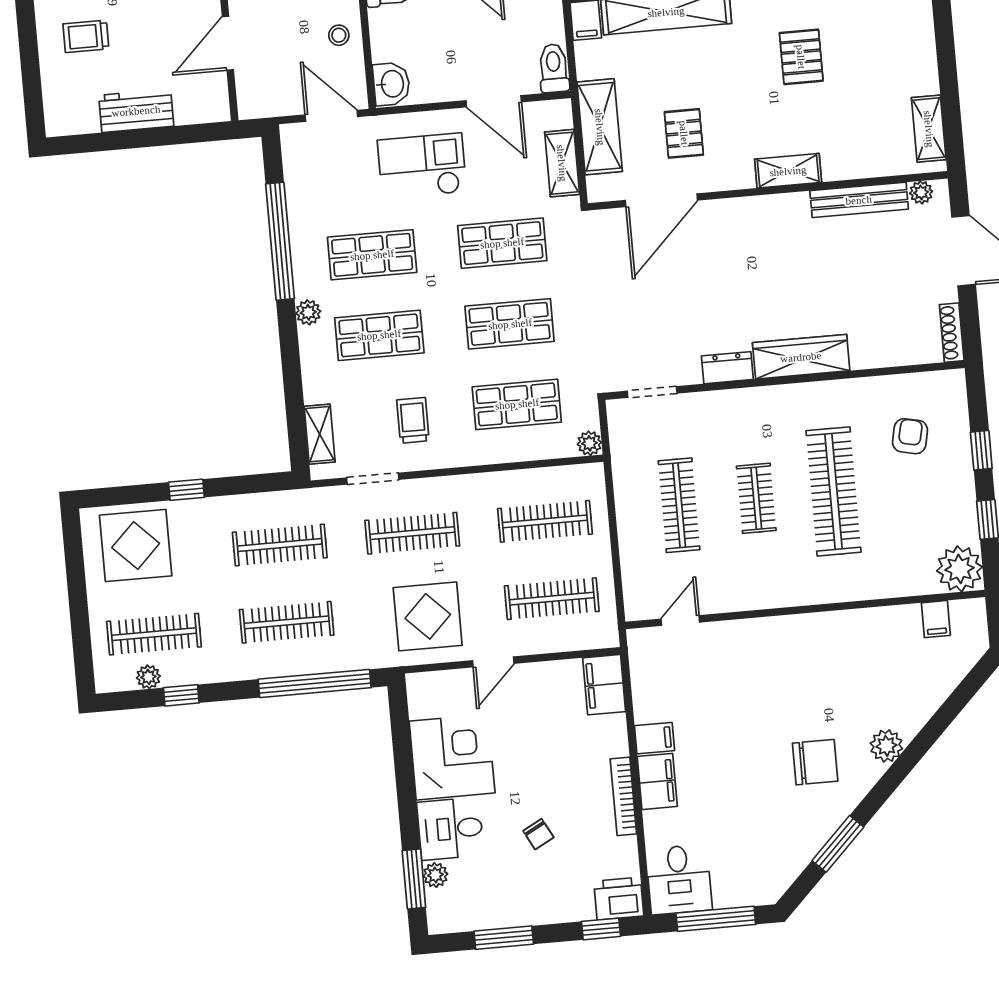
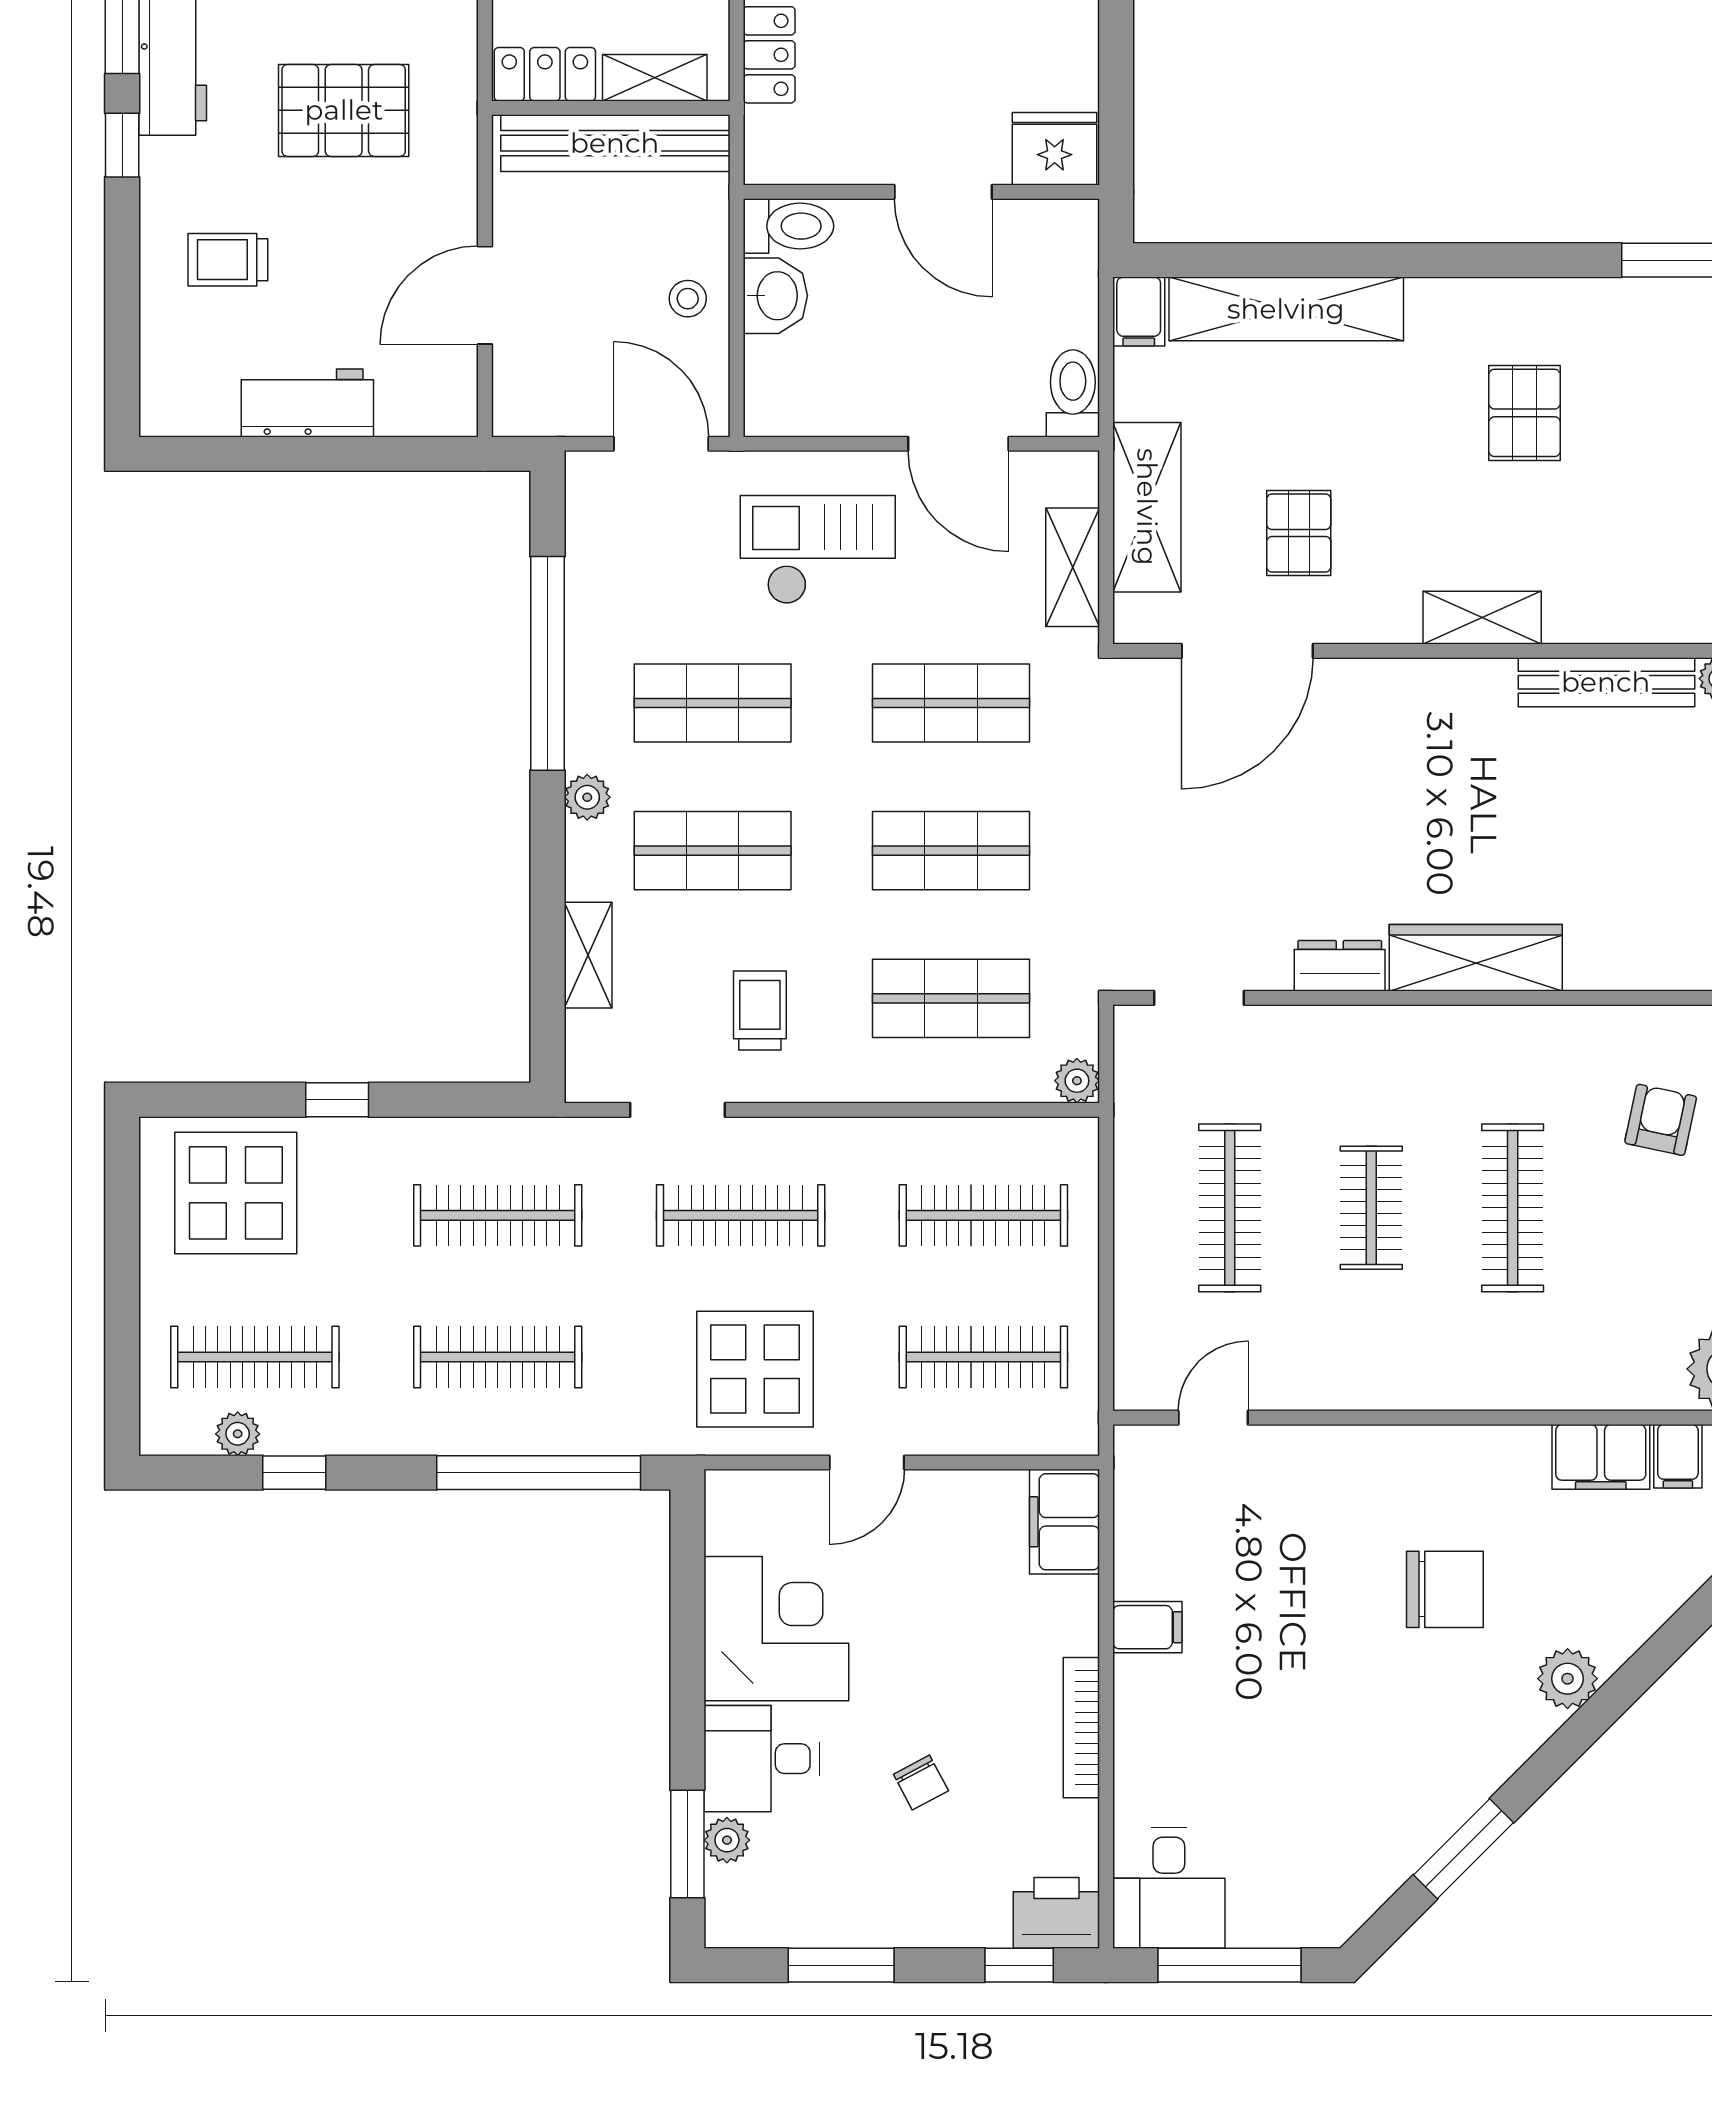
washbasin: (391, 84) -> (775, 296), moved
shelving: (320, 434) -> (588, 955), moved
clothes rail: (834, 491) -> (1513, 1208), width x0.73, depth x0.76
chair: (815, 762) -> (1445, 1589), moved
filing cabinet: (657, 781) -> (1601, 1457), moved, turned 90

